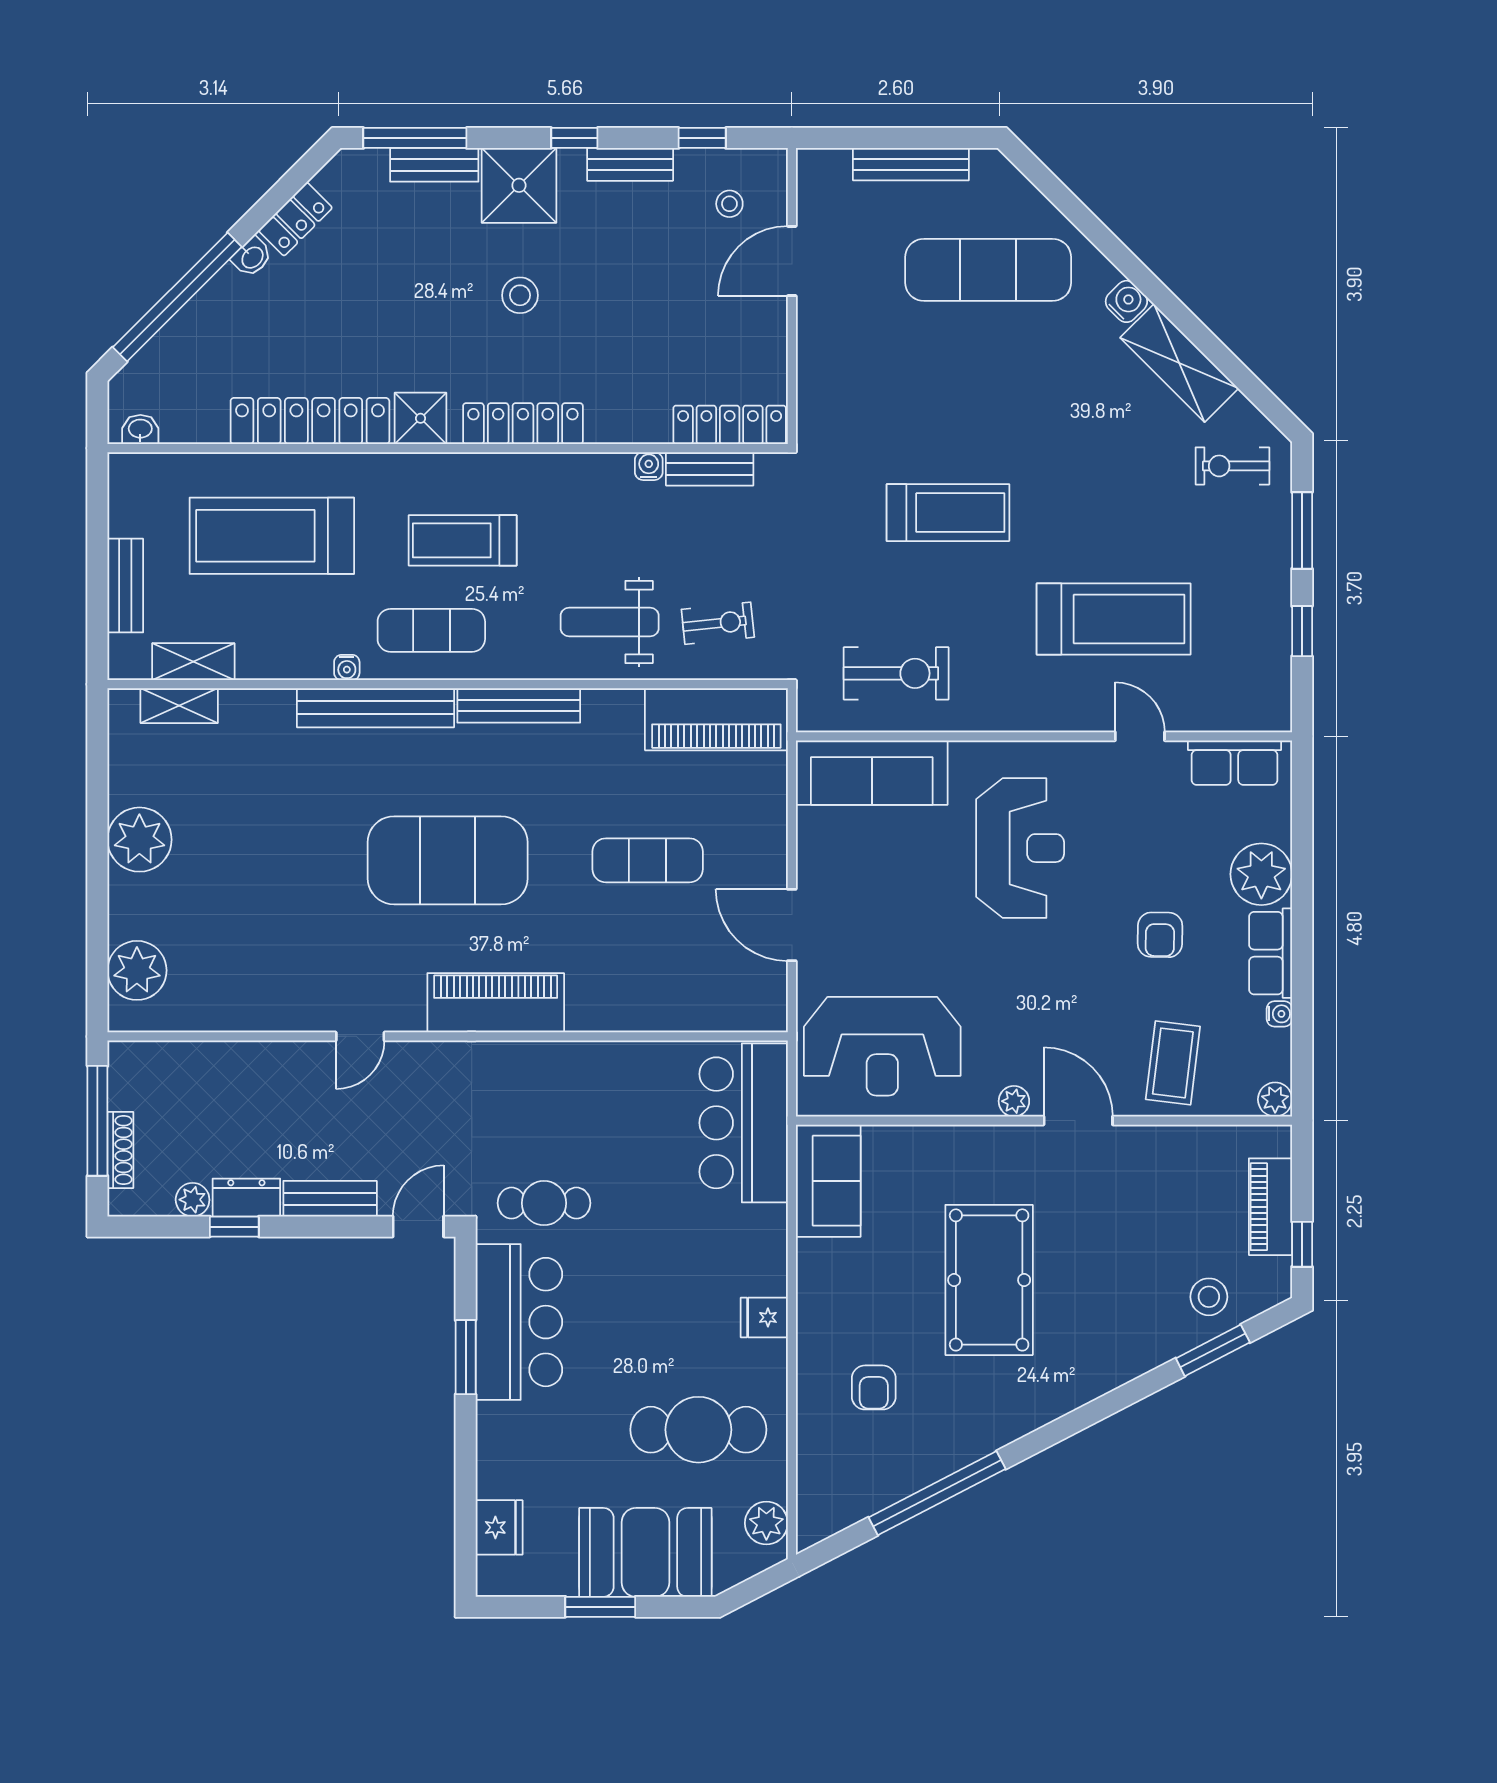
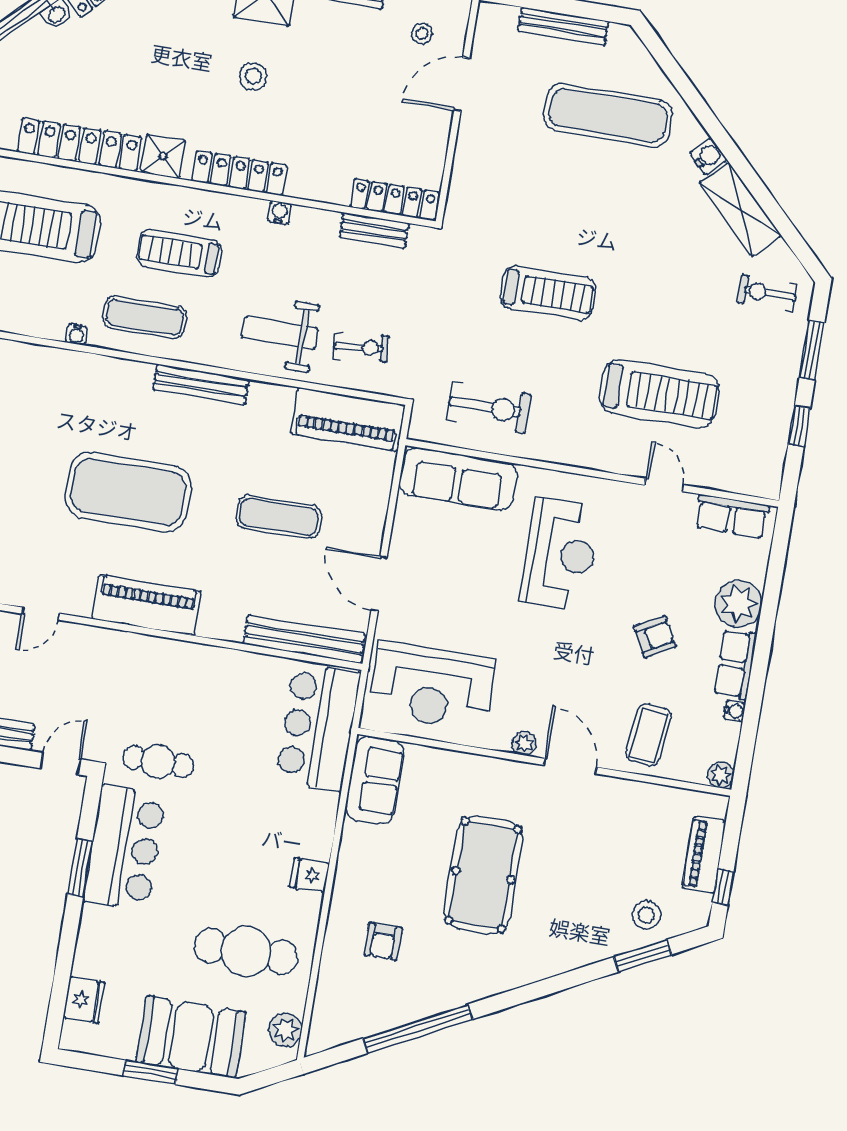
water cooler: (649, 466) -> (280, 213), moved
bench: (376, 708) -> (304, 639), moved
armchair: (1160, 935) -> (655, 637), turned -120

